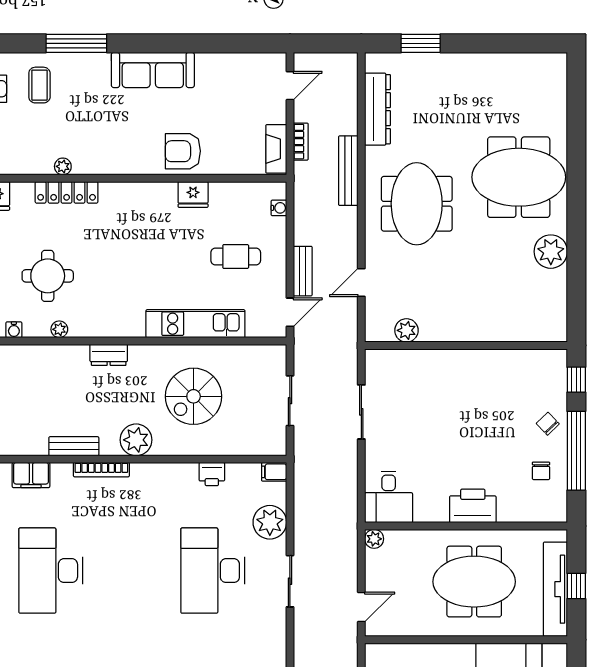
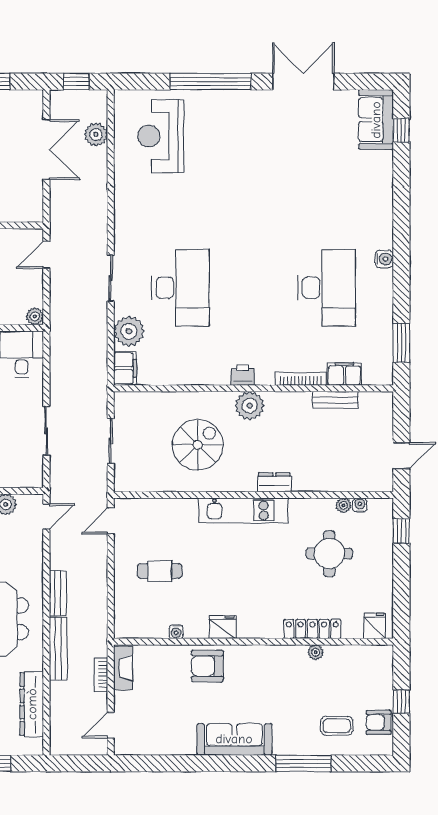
coffee table: (39, 85) -> (337, 726), turned 90
armchair: (183, 151) -> (207, 666), turned 180
fridge: (193, 194) -> (223, 627), moved
water cooler: (279, 208) -> (176, 632), moved, turned -90
bench: (303, 271) -> (58, 593), moved
door: (361, 282) -> (46, 517), moved
kitchen unit: (195, 324) -> (243, 510), moved
plant: (59, 329) -> (343, 505), moved
bench: (74, 446) -> (335, 400), moved
bookcase: (101, 470) -> (301, 379), moved
filing cabinet: (274, 472) -> (125, 368), width x2.00
printer: (212, 474) -> (243, 375), moved

